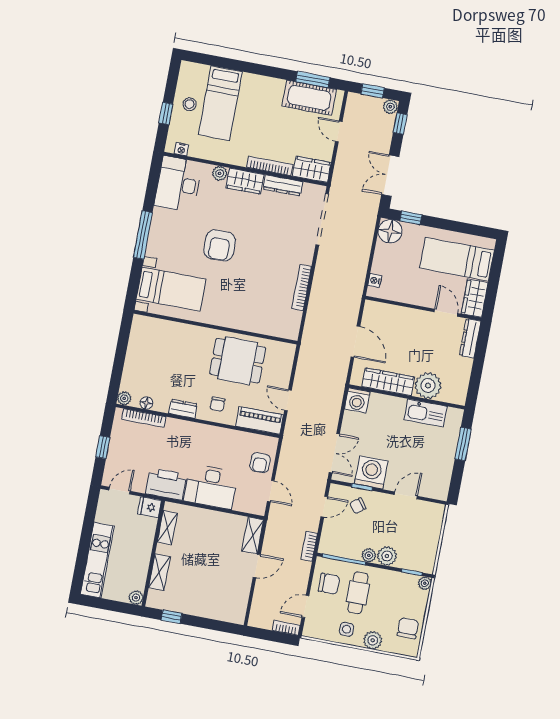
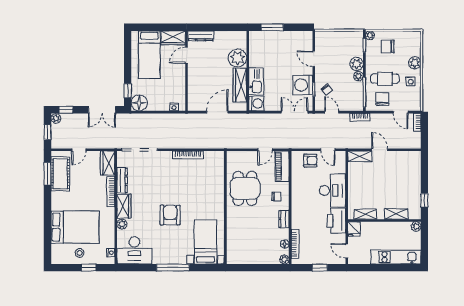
bed: (220, 103) -> (75, 227), width x1.50
armchair: (220, 245) -> (170, 215), turned -90
kitchen sink: (426, 413) -> (256, 81), moved
door: (271, 491) -> (328, 150), swing flipped
chair: (408, 628) -> (388, 47), moved

